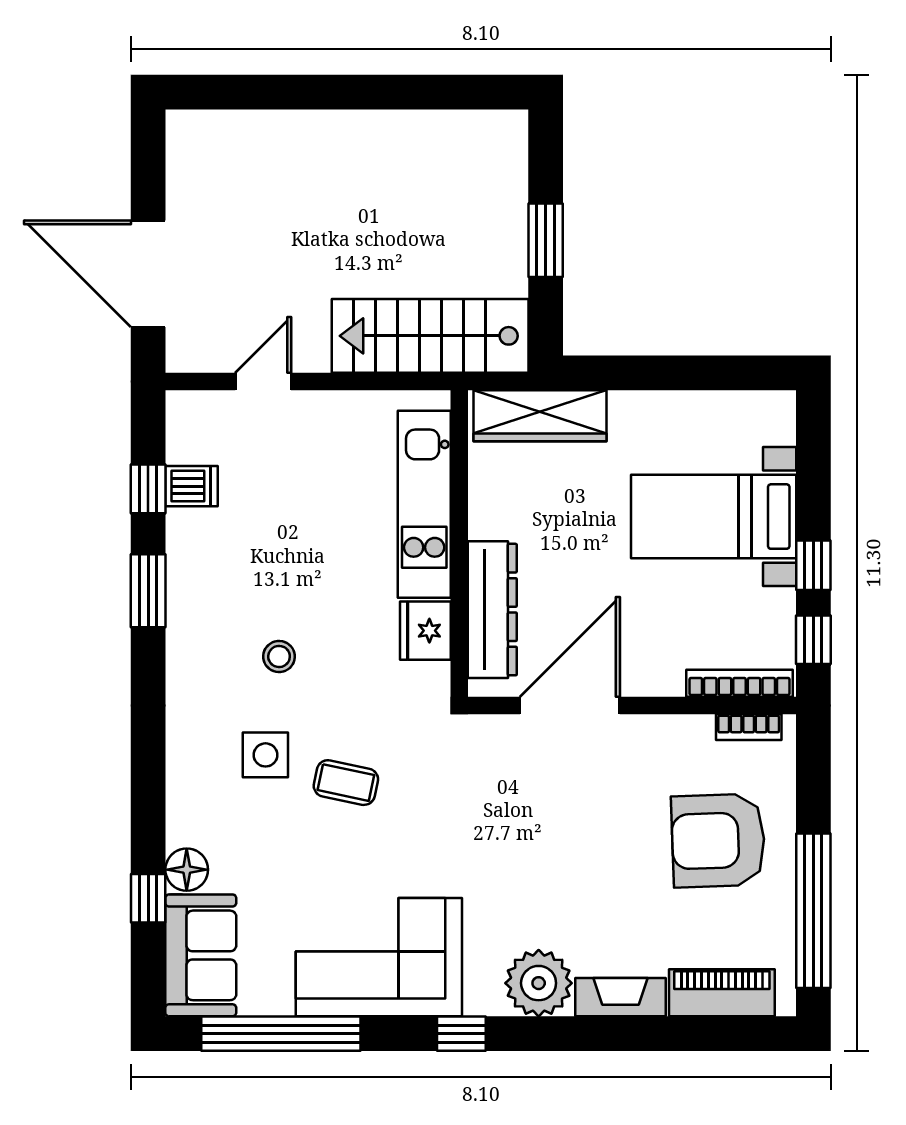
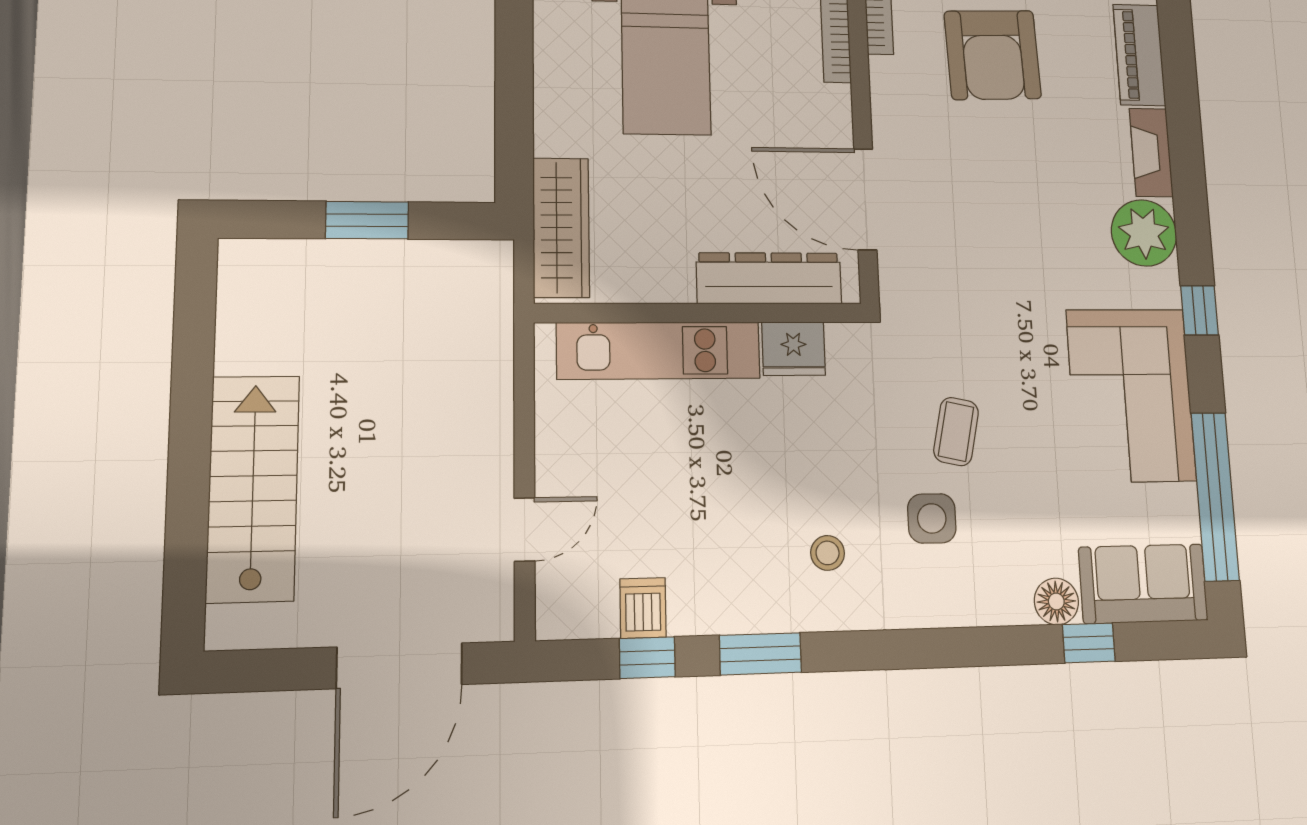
stairs: (430, 336) -> (253, 488), moved, turned 180
door: (263, 382) -> (525, 529), swing flipped
stool: (279, 656) -> (828, 553), moved

